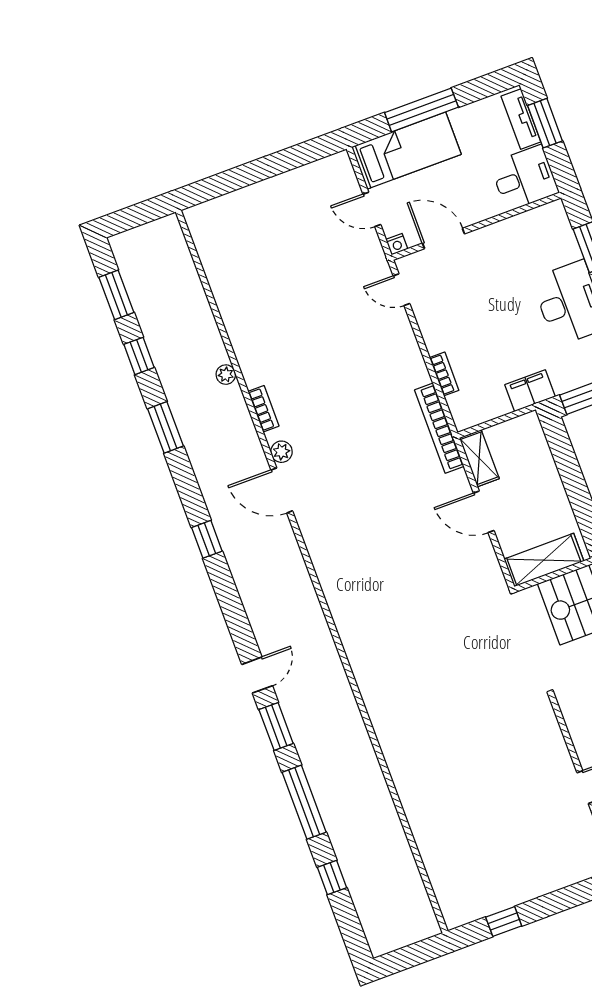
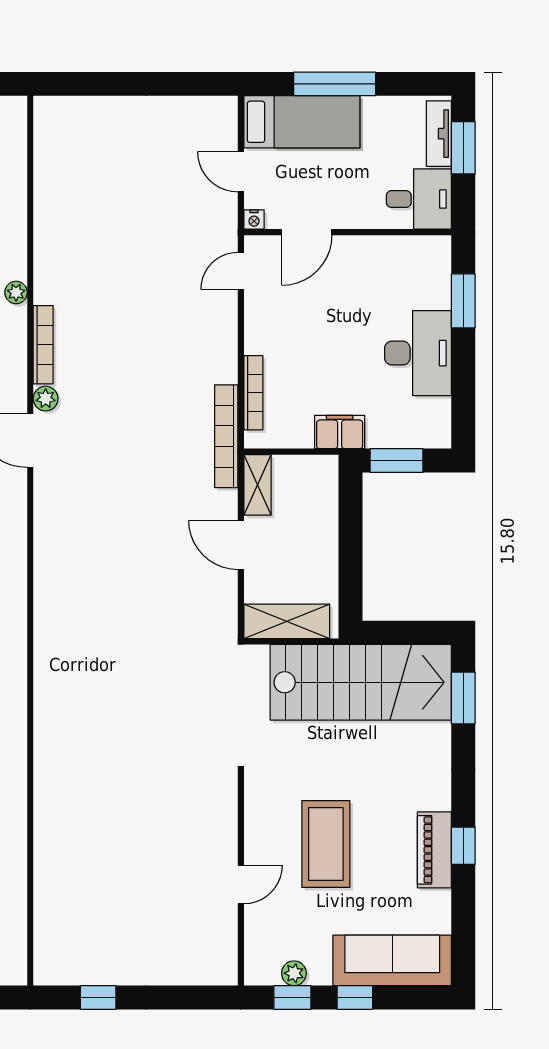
door: (443, 238) -> (307, 232), swing flipped
door: (402, 290) -> (241, 271), hinge flipped
bookcase: (444, 374) -> (253, 393), width x1.56
bookcase: (263, 409) -> (43, 345), width x1.56

